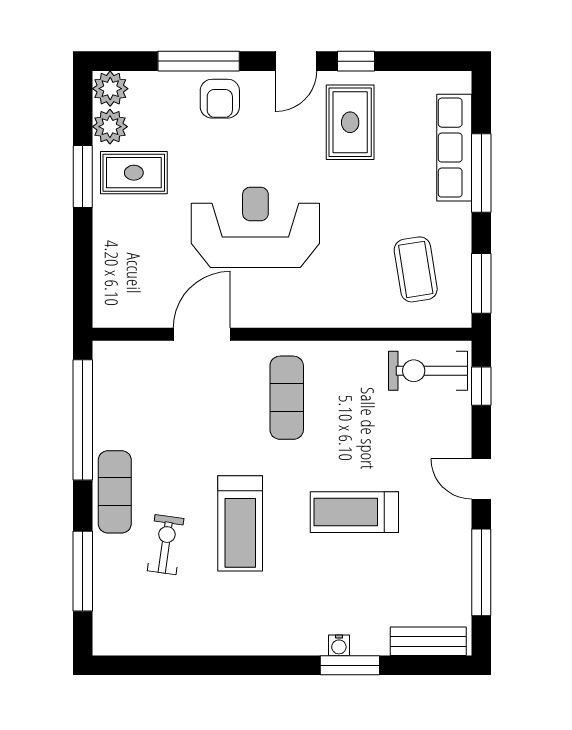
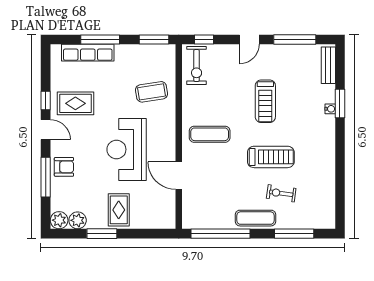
rug: (134, 173) -> (119, 210), moved
coffee table: (416, 269) -> (152, 92), moved

